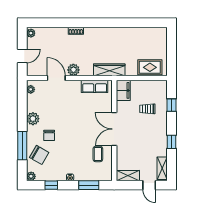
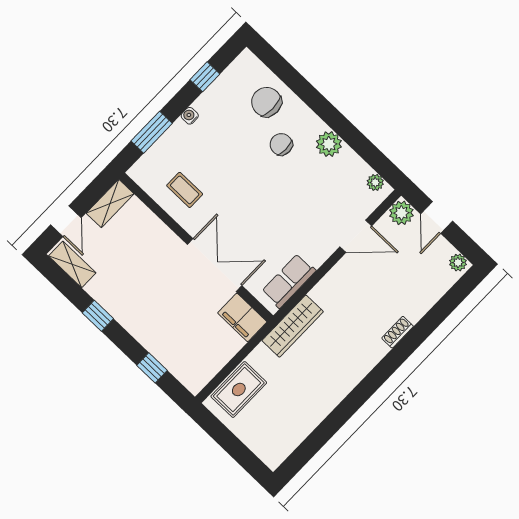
plant: (73, 70) -> (401, 213), moved
trolley: (147, 109) -> (181, 327), removed
double door: (114, 129) -> (215, 265), moved
window: (22, 146) -> (304, 90), removed
chair: (39, 155) -> (266, 102), turned 60
plant: (31, 176) -> (247, 60), removed
door: (149, 185) -> (66, 221), swing flipped

